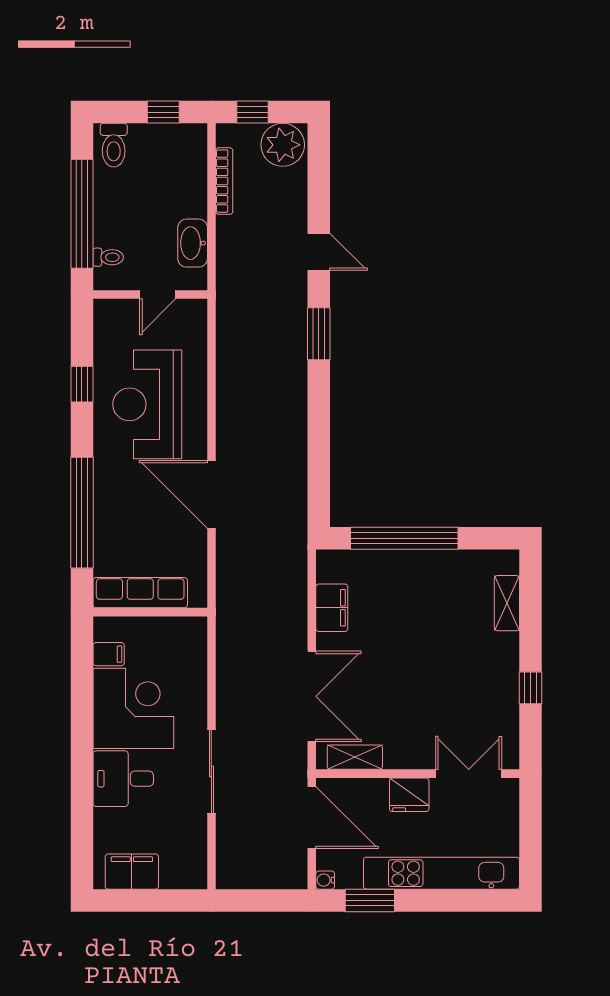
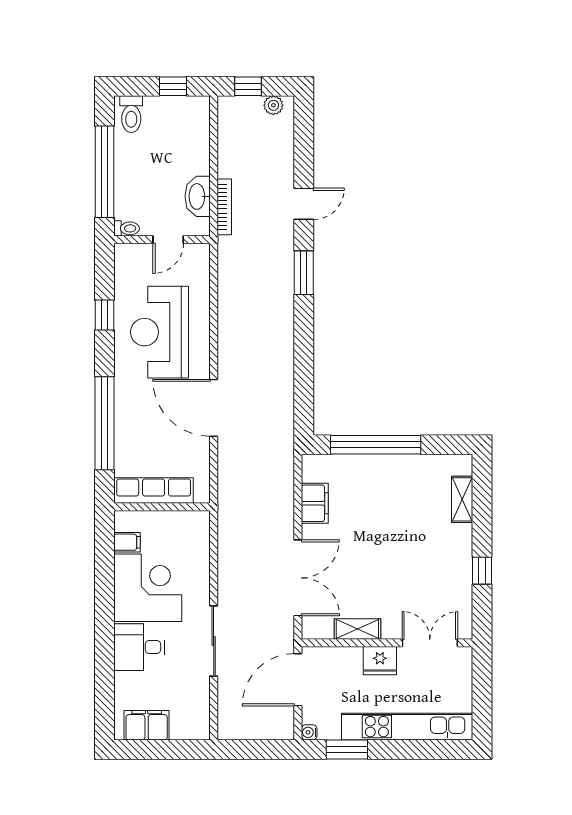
plant: (283, 145) -> (273, 105), width x0.53, depth x0.53
bookcase: (224, 181) -> (224, 207), moved
door: (319, 252) -> (304, 204), hinge flipped
toilet: (108, 257) -> (127, 228), moved
shelving: (355, 757) -> (357, 629), moved
door: (312, 818) -> (298, 680), swing flipped

